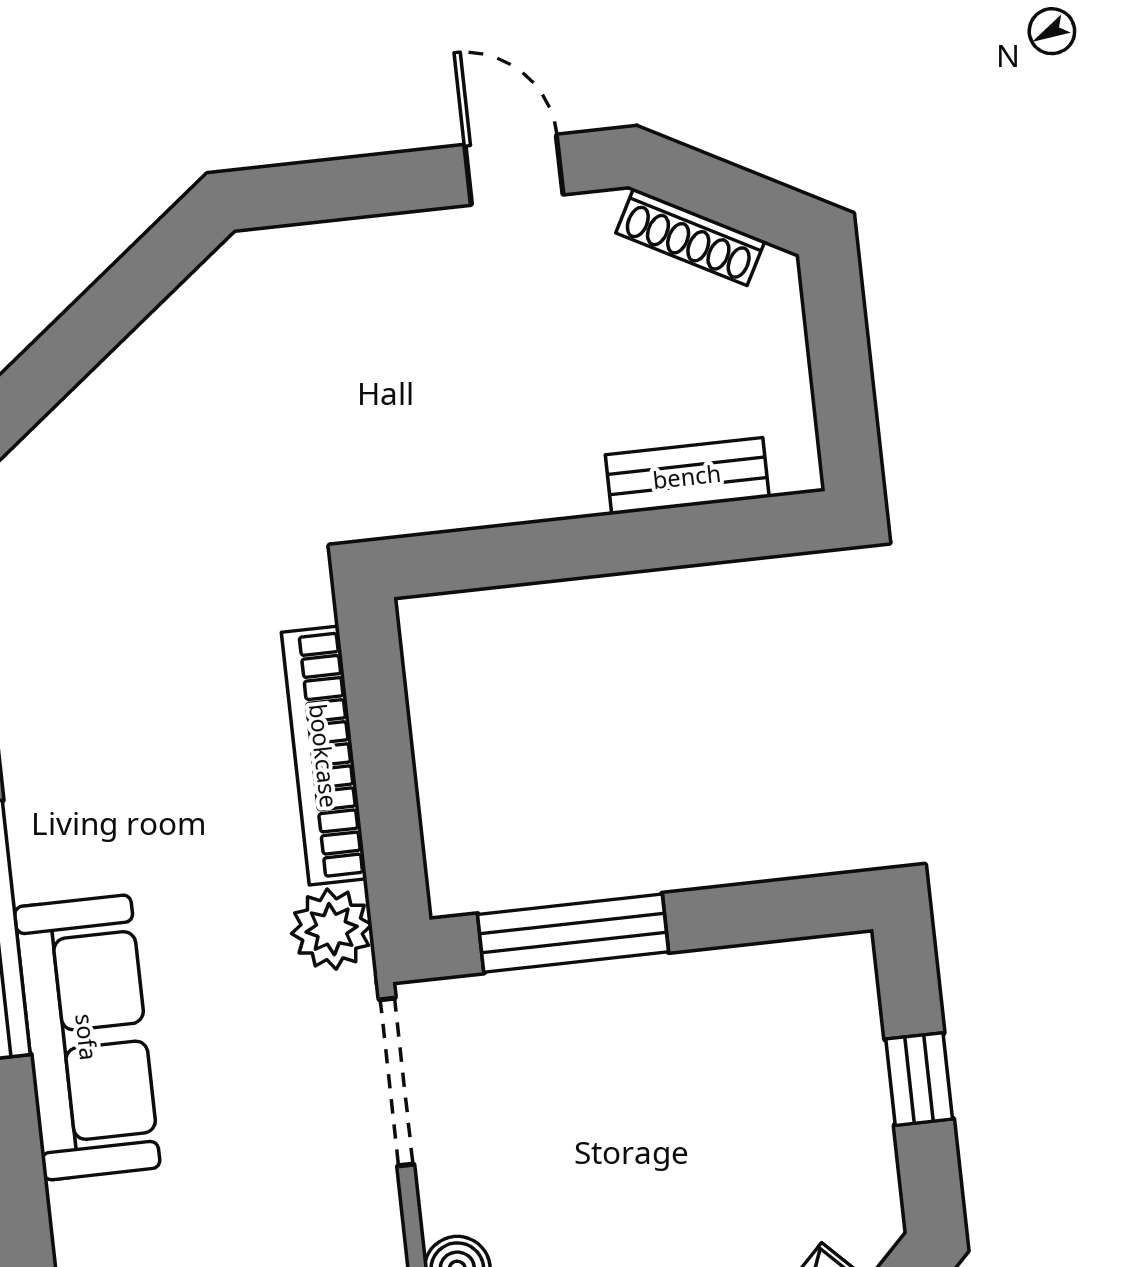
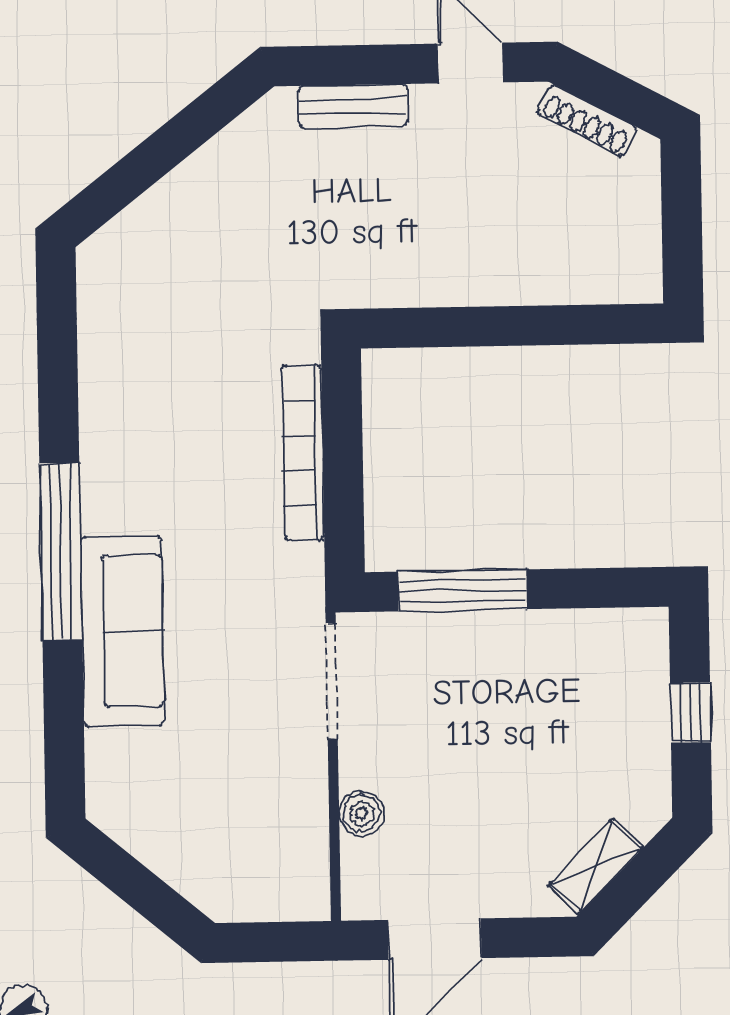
bench: (687, 476) -> (353, 106), moved
plant: (332, 929) -> (297, 572), removed

